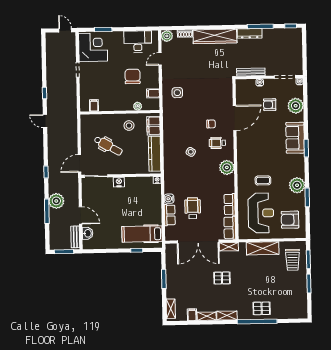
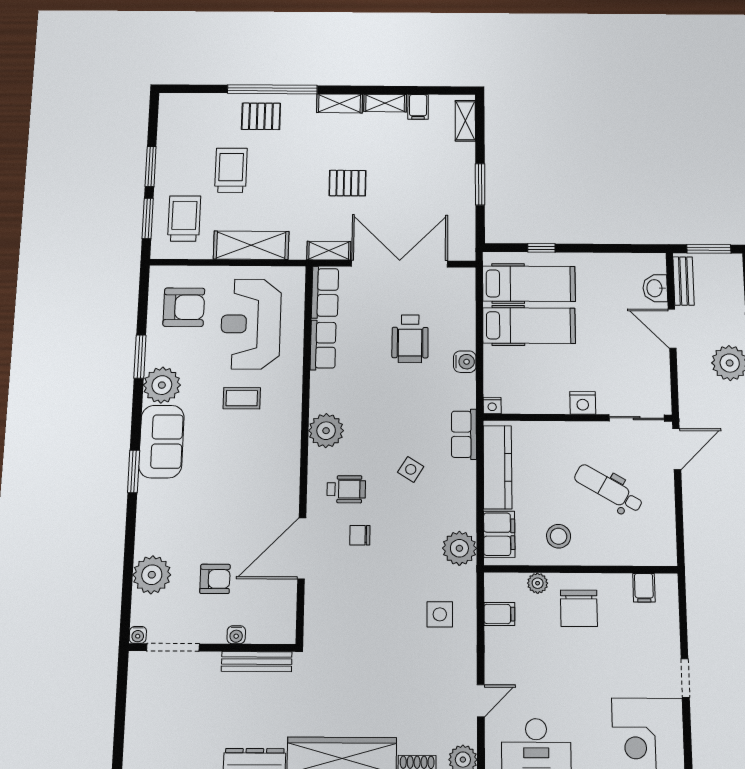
chair: (133, 77) -> (579, 608), moved
plant: (170, 120) -> (459, 548), added
sofa: (295, 138) -> (161, 441), moved
hospital bed: (142, 215) -> (529, 326), added
row of seats: (170, 215) -> (464, 434), moved
trolley: (273, 283) -> (231, 170), added

